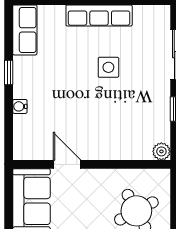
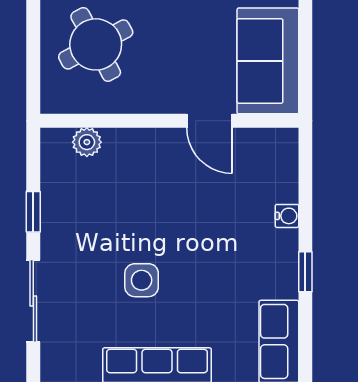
plant: (161, 151) -> (87, 142), moved

